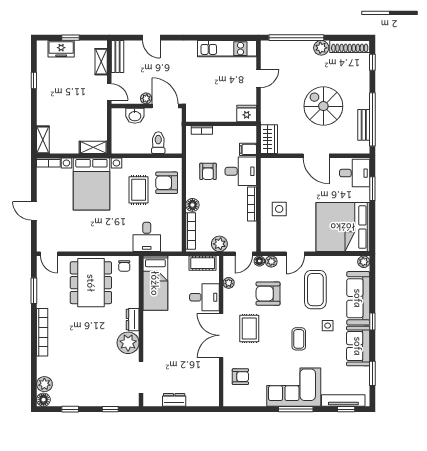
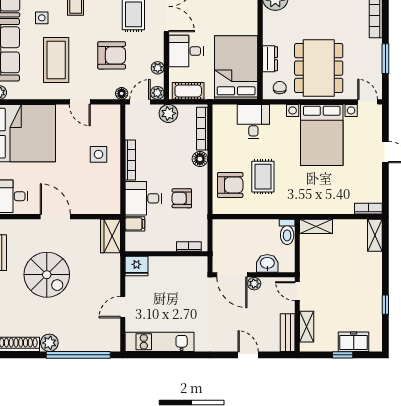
toilet: (158, 143) -> (287, 232), moved
armchair: (208, 171) -> (182, 198), turned -90
bed with nightstands: (91, 184) -> (322, 135), moved, turned 180
door: (295, 254) -> (80, 102), swing flipped
plant: (271, 261) -> (157, 93), moved
bed: (155, 283) -> (236, 68), width x1.50
dresser: (133, 320) -> (270, 59), moved

